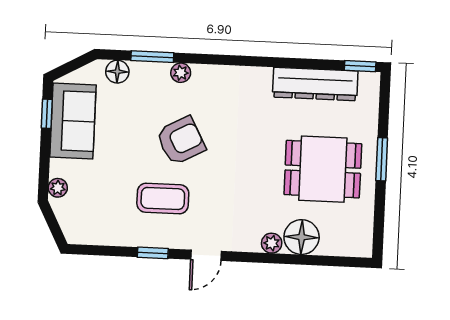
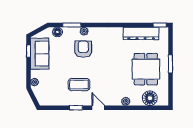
armchair: (181, 141) -> (83, 49), moved, turned -62
dining table: (323, 169) -> (146, 69), turned 90
floor lamp: (302, 237) -> (150, 98), moved
door: (206, 255) -> (98, 108), swing flipped

